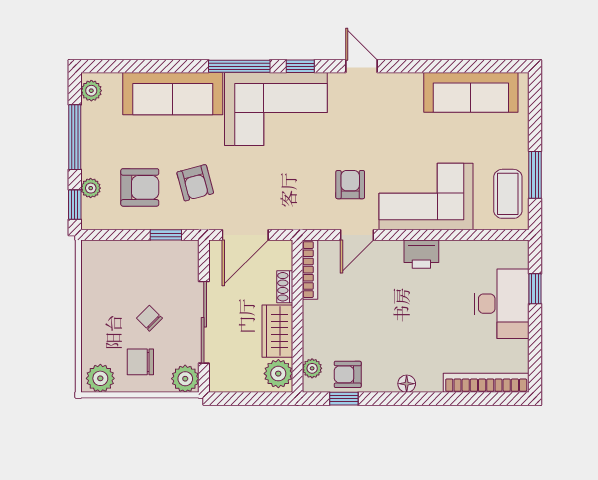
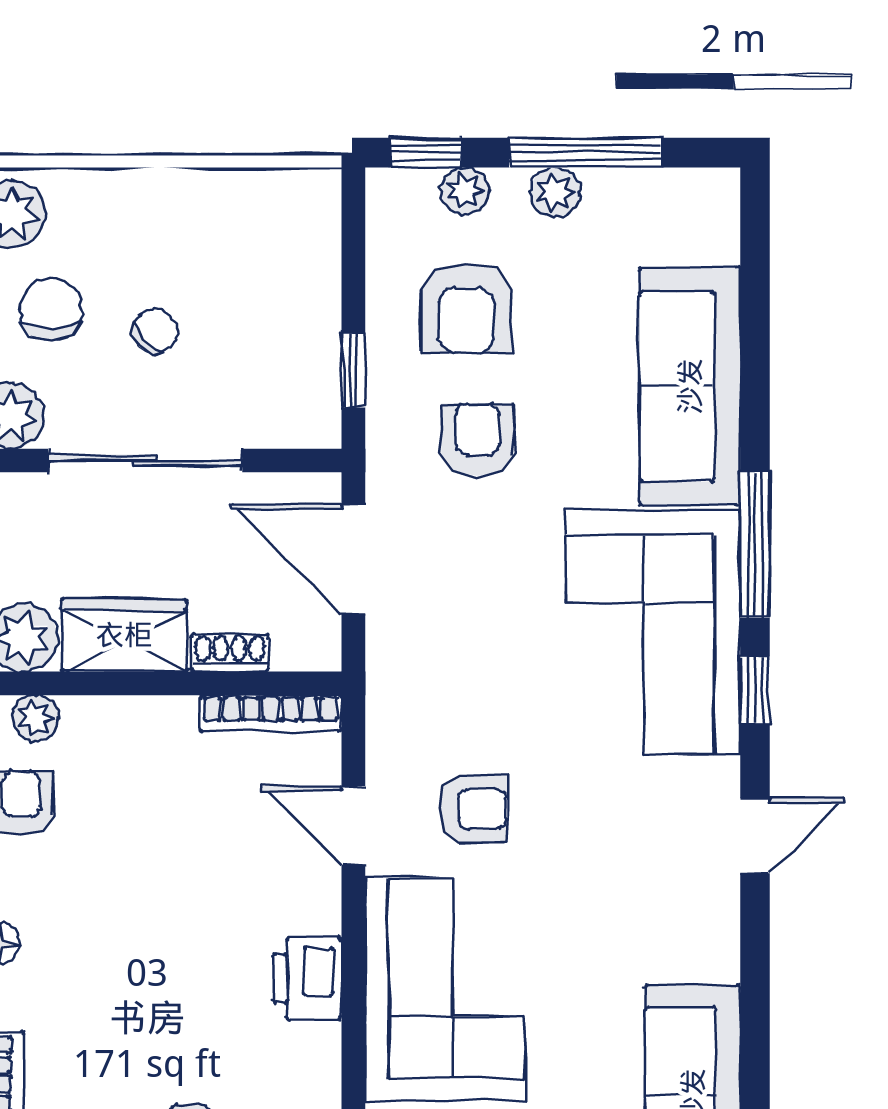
plant: (91, 91) -> (555, 192), moved
armchair: (195, 183) -> (478, 440), turned 105

